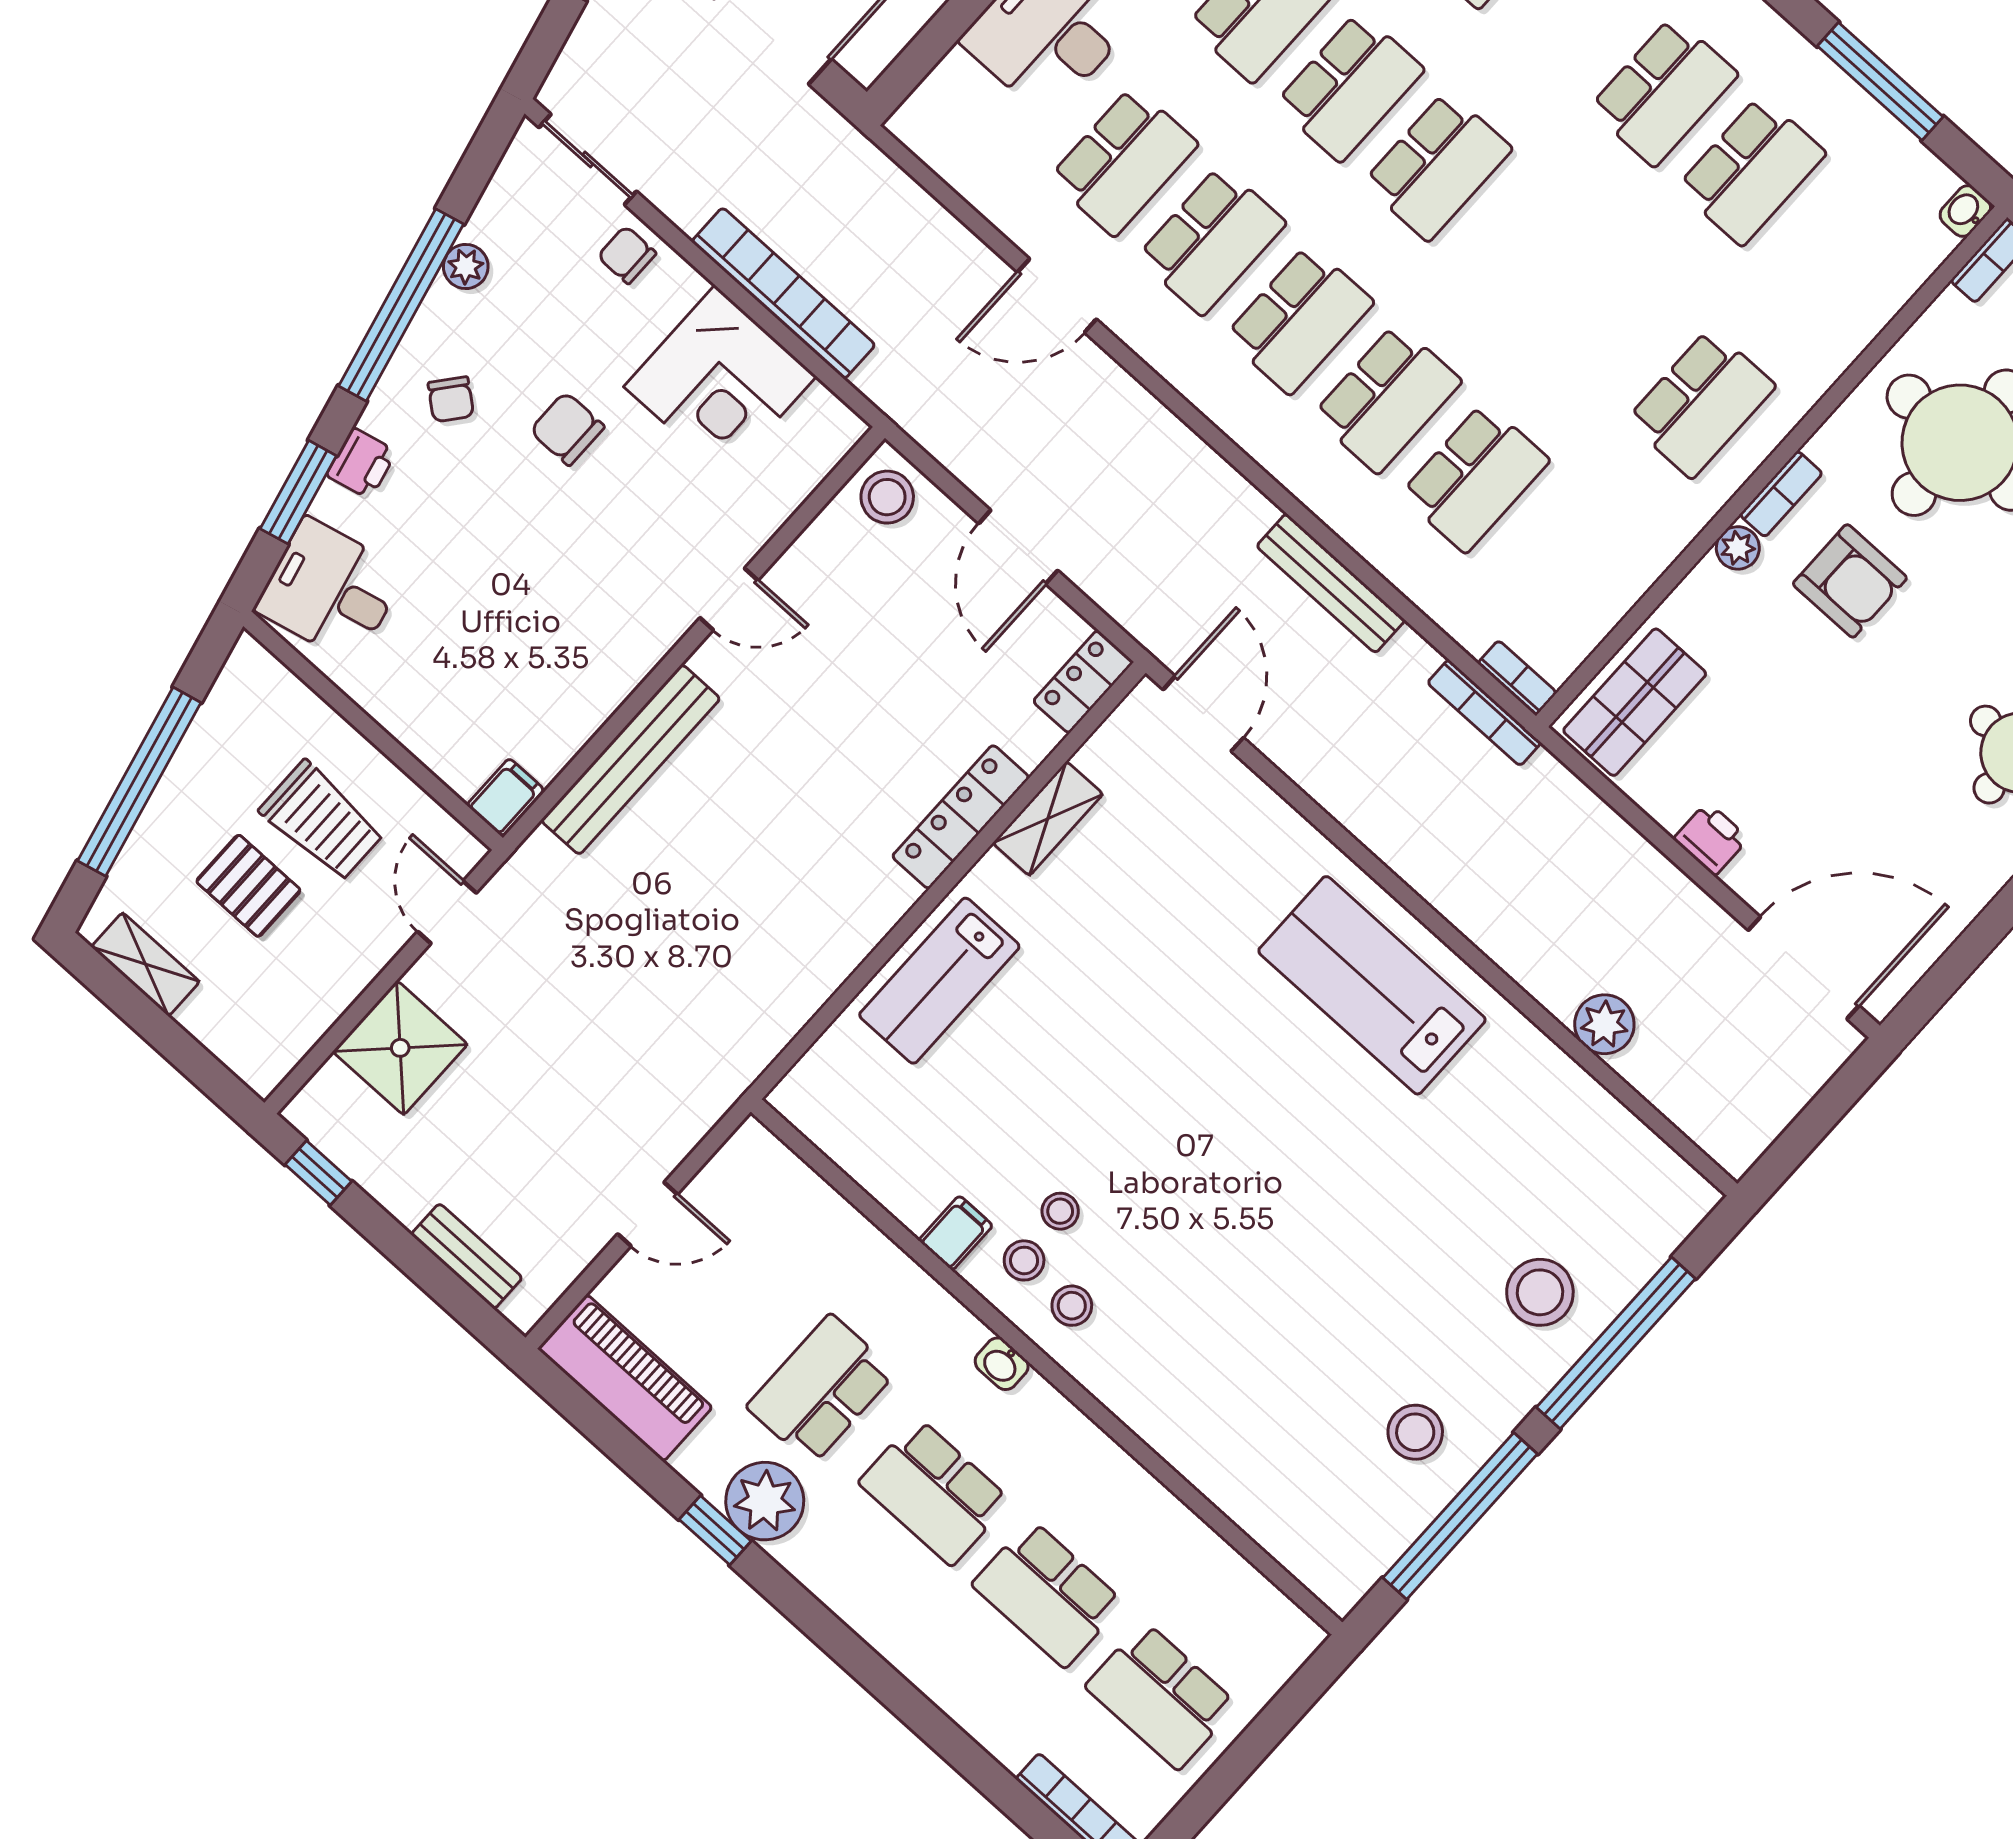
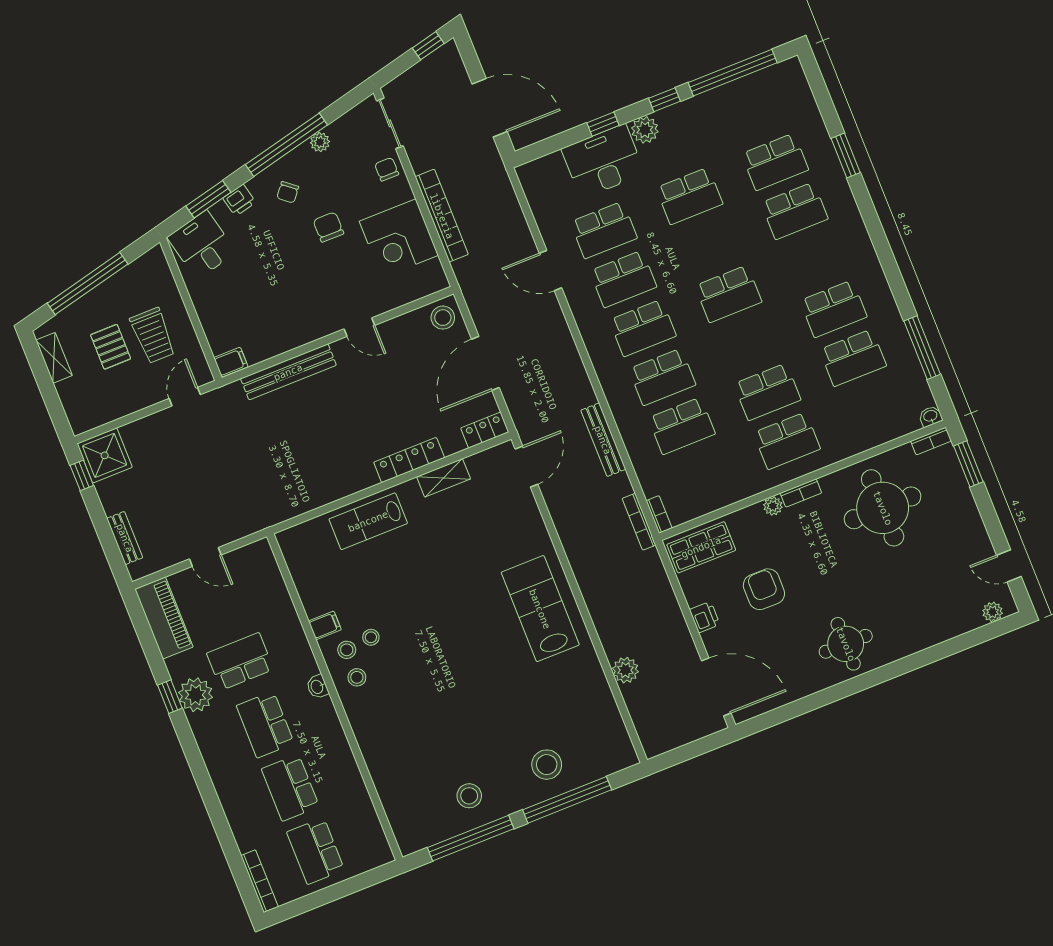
school desk: (1350, 87) -> (767, 392), moved
door: (1018, 547) -> (485, 363), width x1.36
armchair: (1850, 581) -> (764, 589), moved, turned 180
shower: (400, 1048) -> (105, 455), moved

